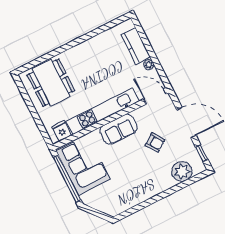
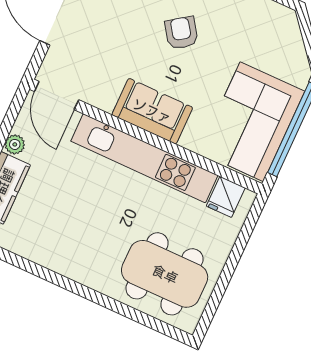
dining table: (51, 83) -> (165, 274), turned 90
armchair: (155, 142) -> (181, 33), moved

